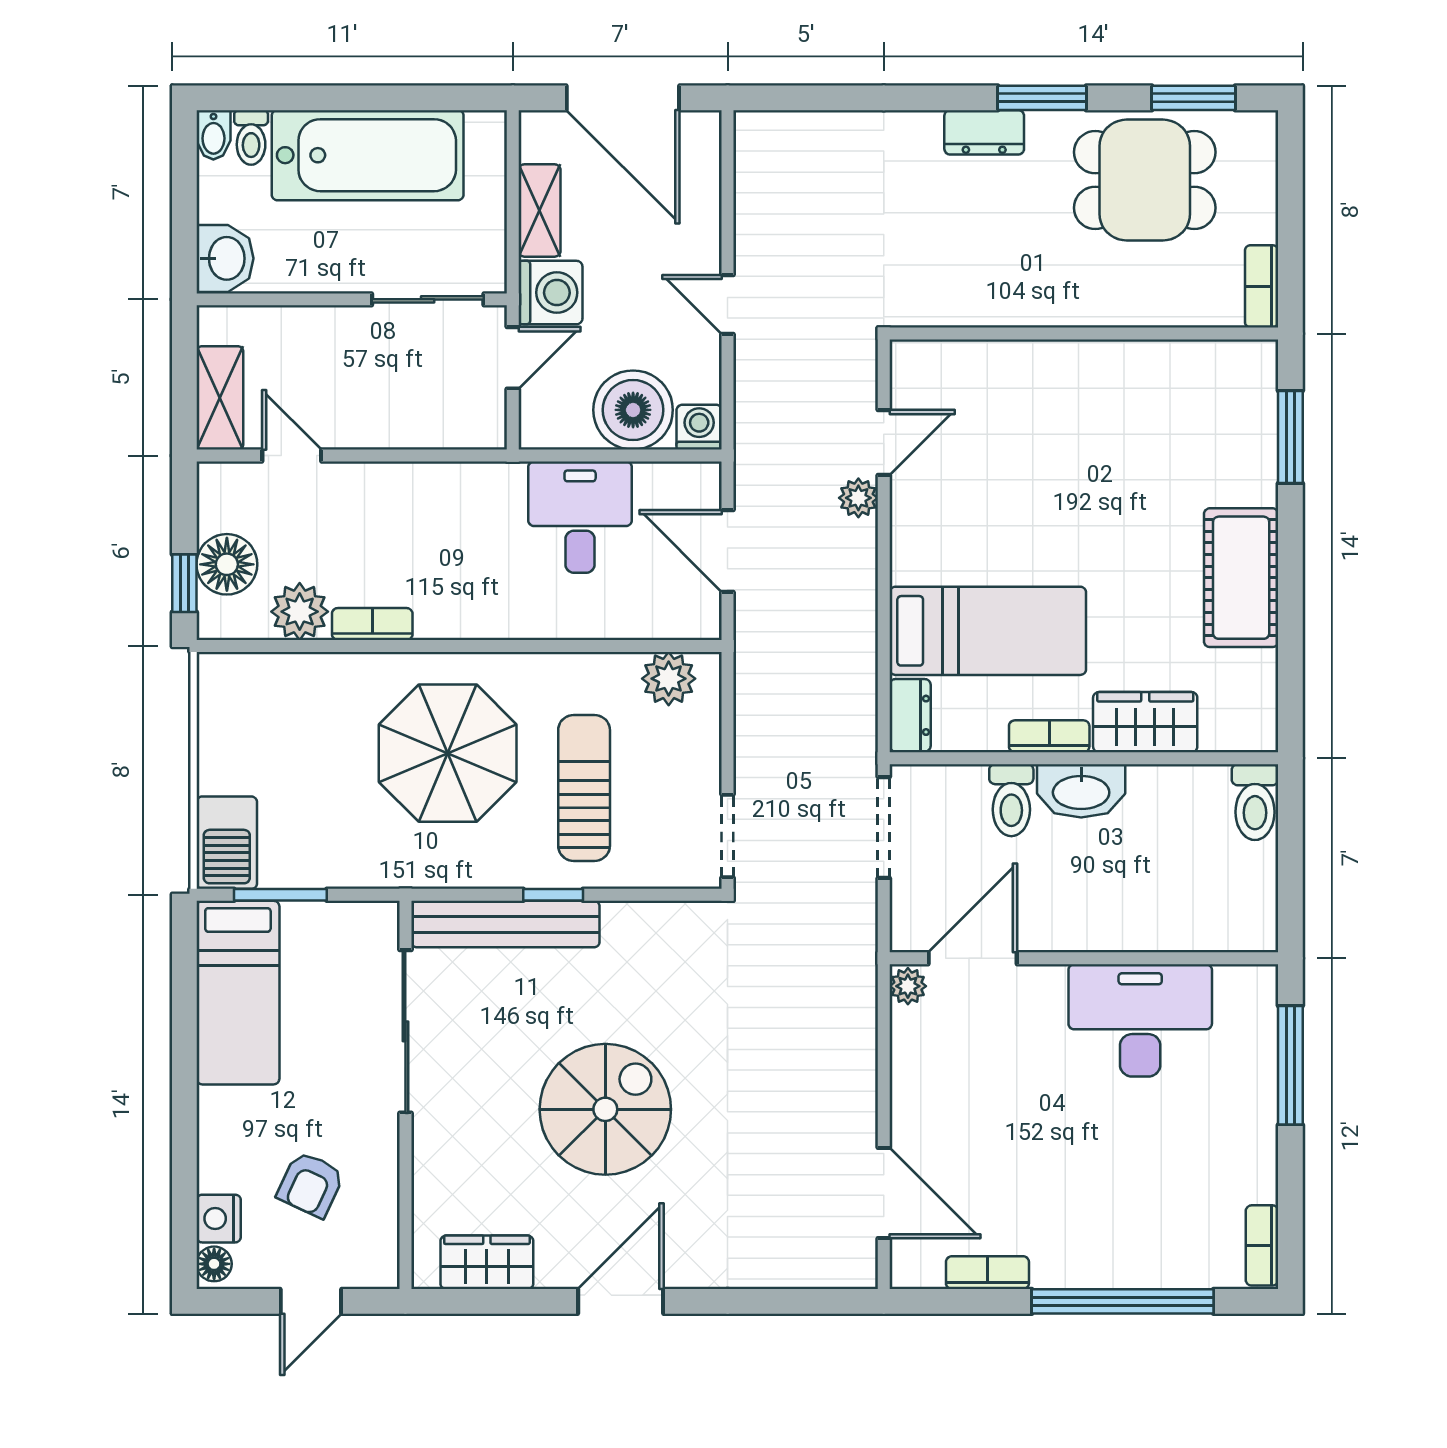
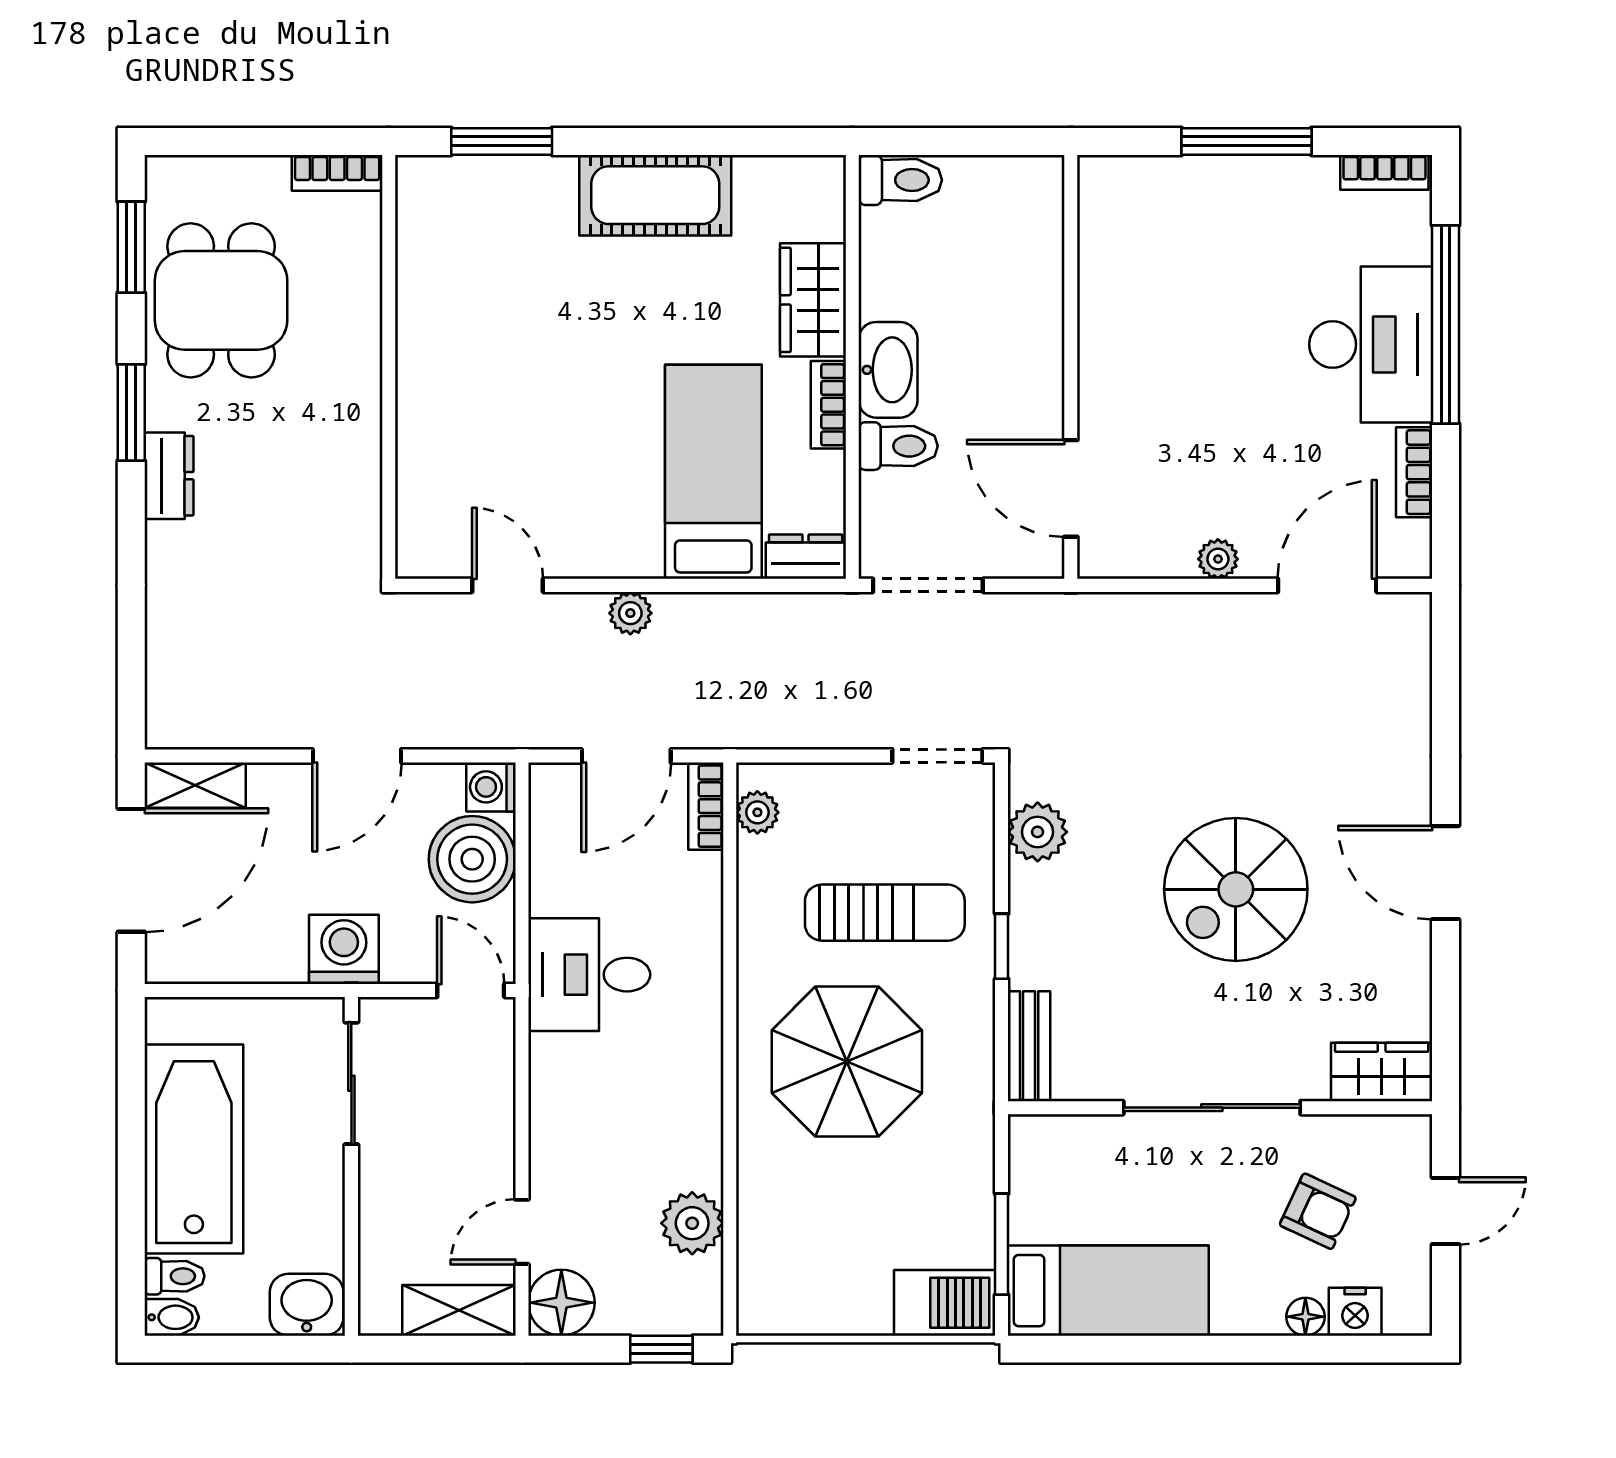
shelving: (540, 210) -> (195, 785), moved
door: (728, 305) -> (357, 756), width x1.38
door: (513, 358) -> (471, 990), moved
plant: (858, 498) -> (630, 613), moved
desk: (580, 517) -> (589, 975), moved
floor lamp: (227, 564) -> (561, 1303), moved
bookcase: (372, 624) -> (706, 806), moved
plant: (669, 679) -> (757, 812), width x0.73, depth x0.73
sun lounger: (584, 788) -> (885, 913), turned 180
bench: (505, 924) -> (1029, 1046), width x0.54, depth x0.82
plant: (658, 928) -> (1038, 832), added
plant: (908, 986) -> (1218, 559), moved
desk: (1140, 1020) -> (1371, 345), moved, turned 180
sliding door: (405, 1031) -> (1212, 1108), moved
window: (1290, 1065) -> (1246, 141), moved
spiral stairs: (605, 1109) -> (1236, 889), turned -90
wardrobe: (487, 1262) -> (1382, 1072), moved, turned 90
floor lamp: (214, 1264) -> (1305, 1317), moved
door: (311, 1301) -> (1446, 1211), hinge flipped

